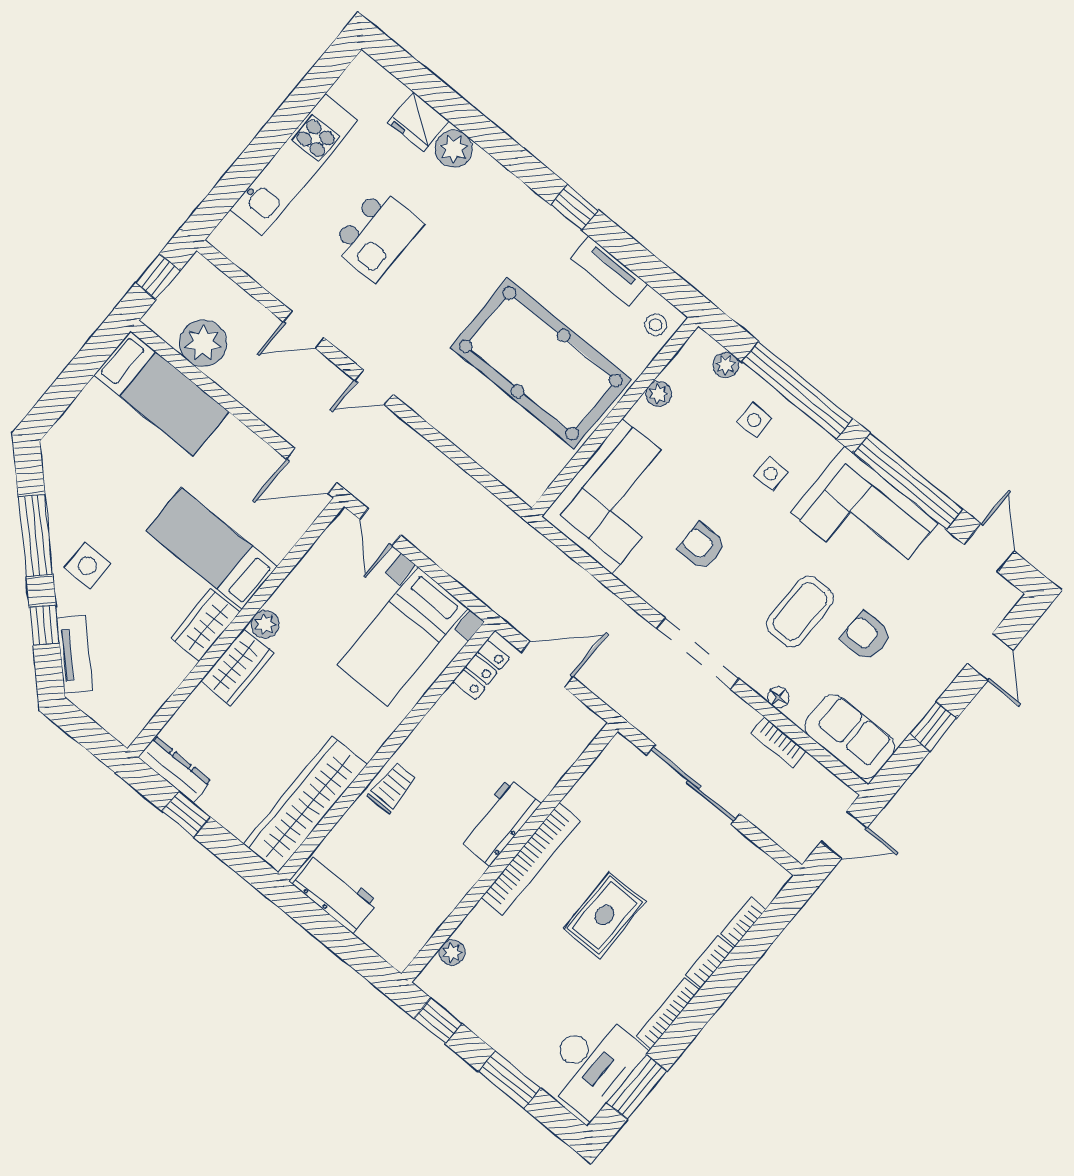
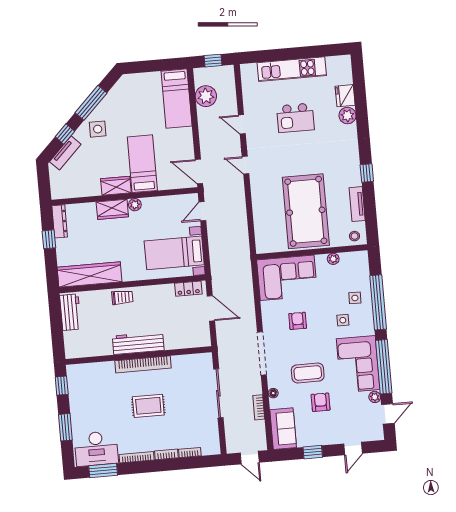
plant: (726, 365) -> (375, 397), moved
workbench: (499, 822) -> (138, 343), width x1.37
plant: (452, 953) -> (88, 369), removed

